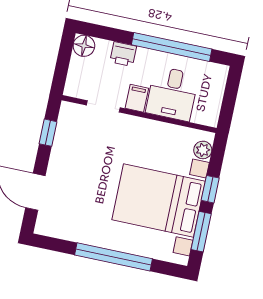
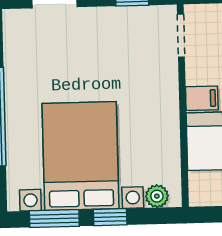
doorway: (103, 106) -> (181, 36), moved

